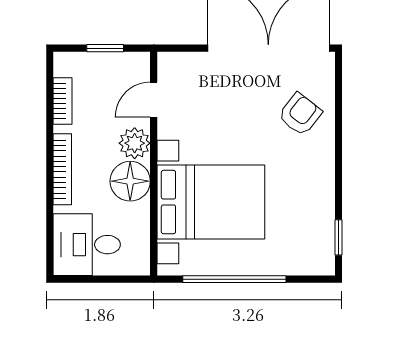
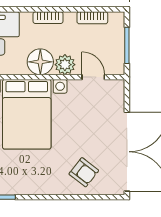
window: (105, 48) -> (127, 45), width x1.50
bookcase: (62, 169) -> (48, 18), width x0.64

